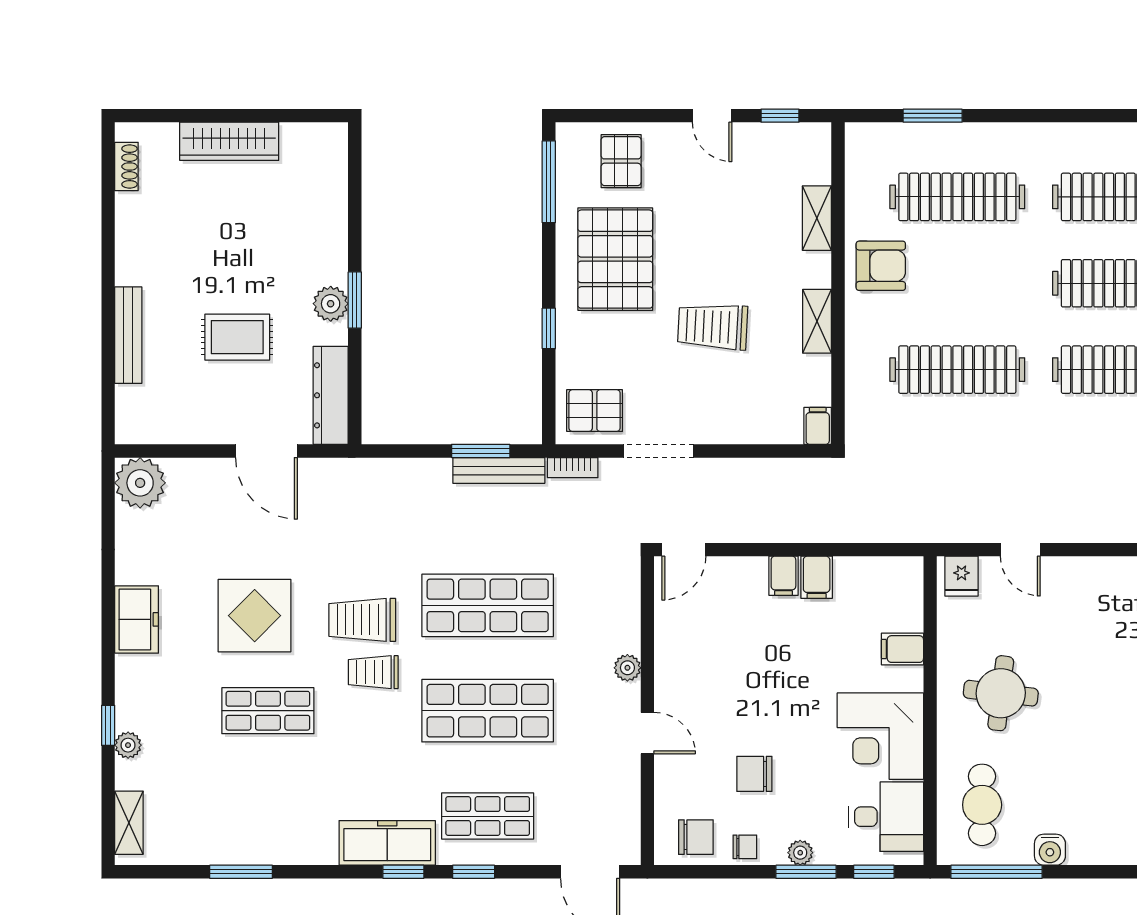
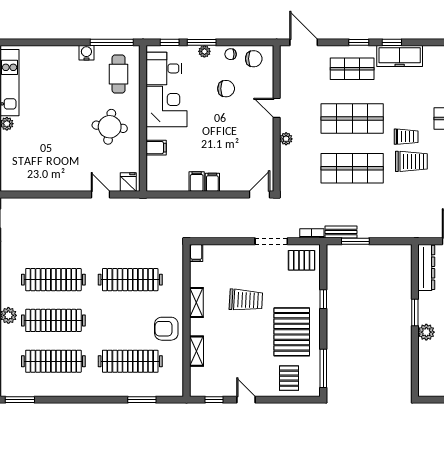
plant: (331, 304) -> (426, 332), moved
bench: (499, 470) -> (341, 232), width x0.73
chair: (696, 837) -> (254, 59), turned 180

